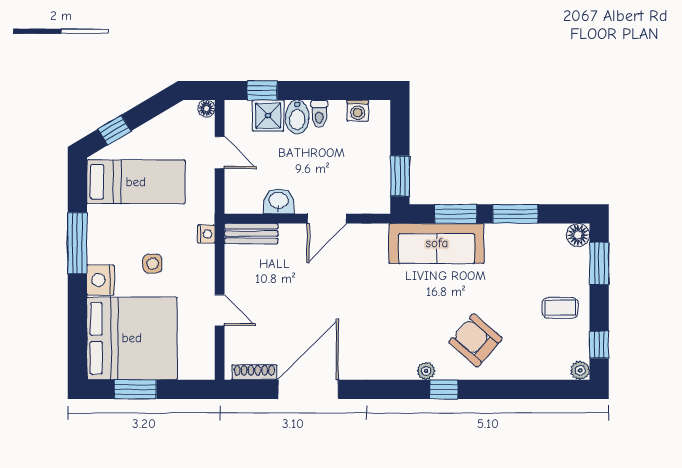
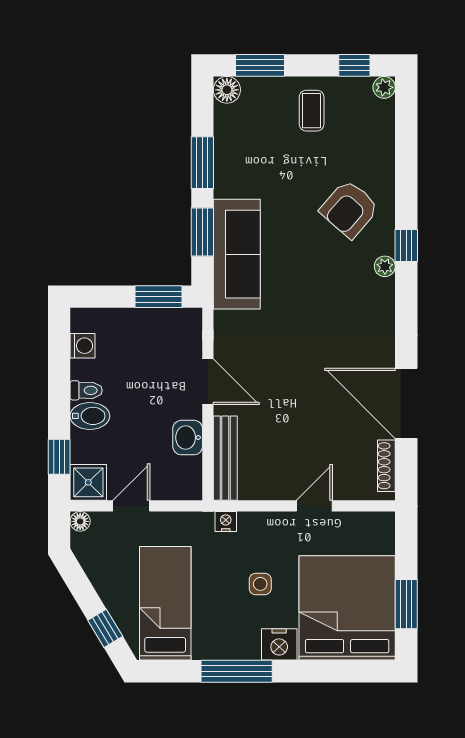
shower: (268, 116) -> (88, 482), moved
bench: (251, 234) -> (225, 458), width x1.36

